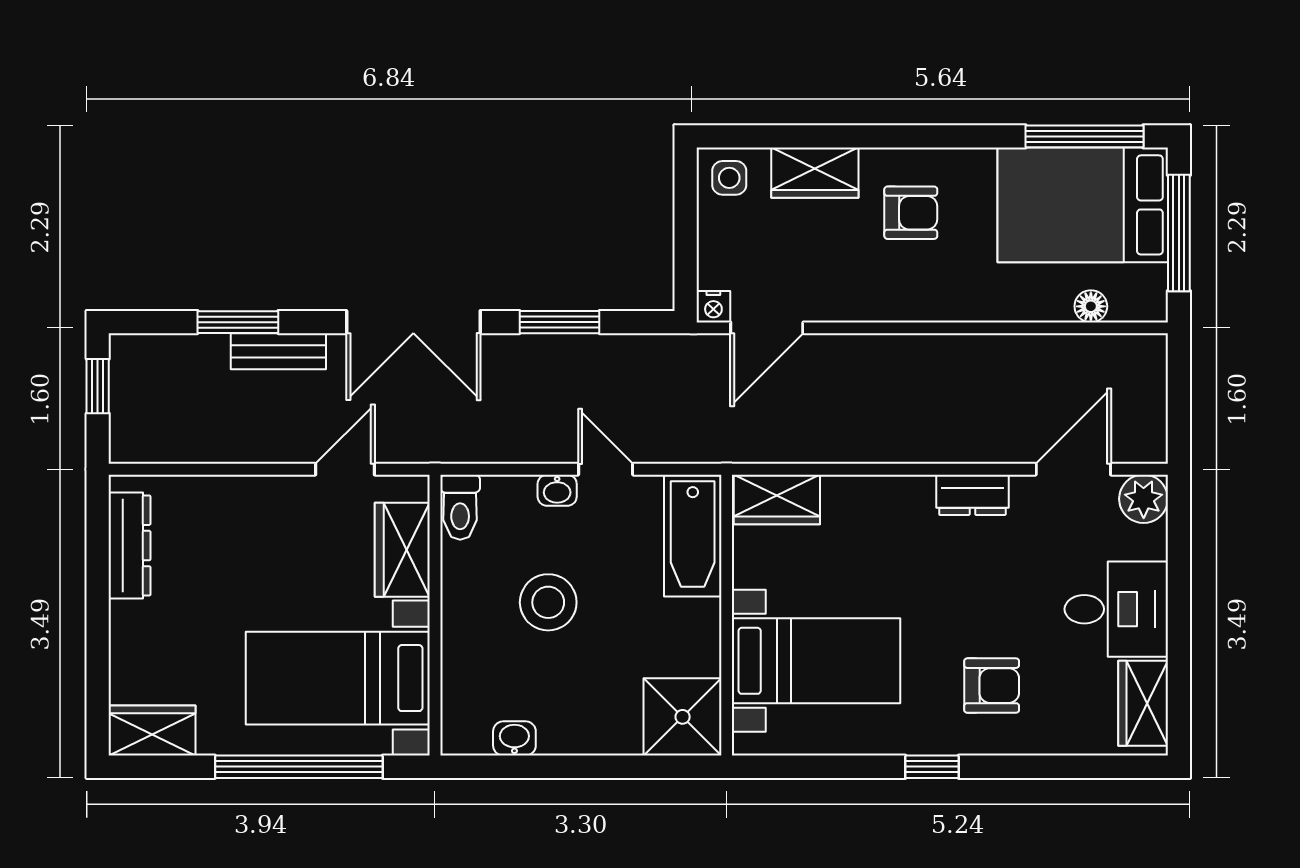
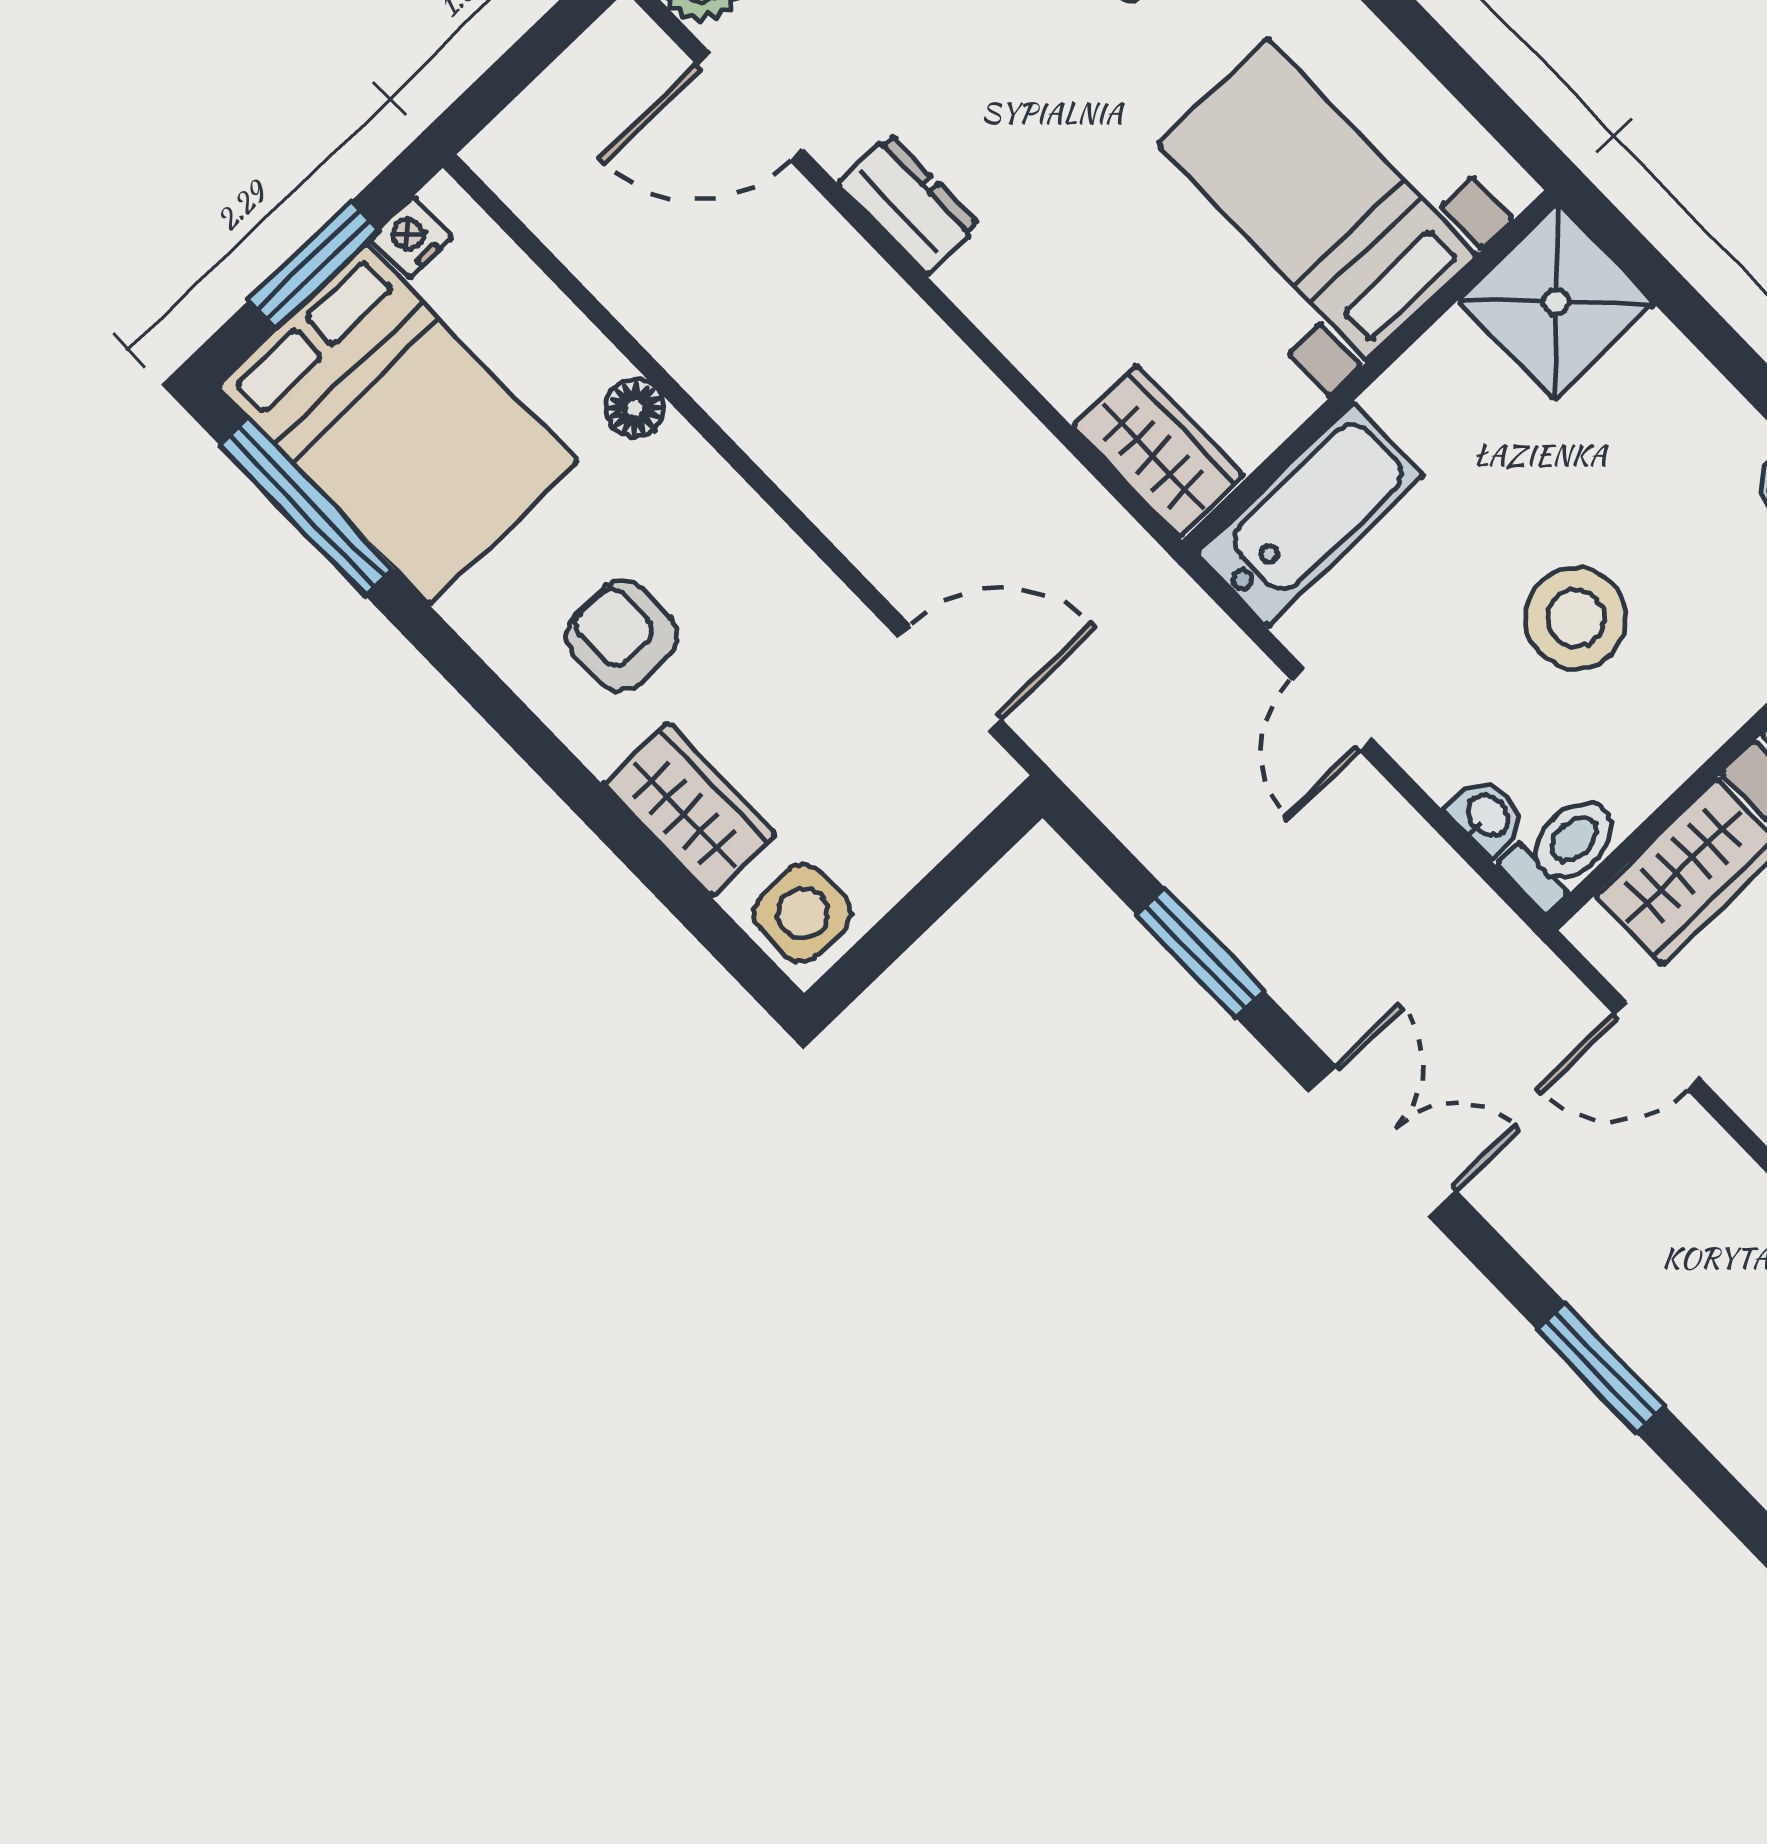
side table: (729, 178) -> (803, 913), width x1.37, depth x1.37
window: (1179, 233) -> (314, 265), width x0.69
floor lamp: (1091, 306) -> (635, 408), moved
nightstand: (713, 307) -> (411, 237), moved, turned -90
double door: (413, 322) -> (1382, 1141), width x0.73
bench: (278, 351) -> (1588, 1279), removed
washbasin: (557, 490) -> (1488, 816), moved

